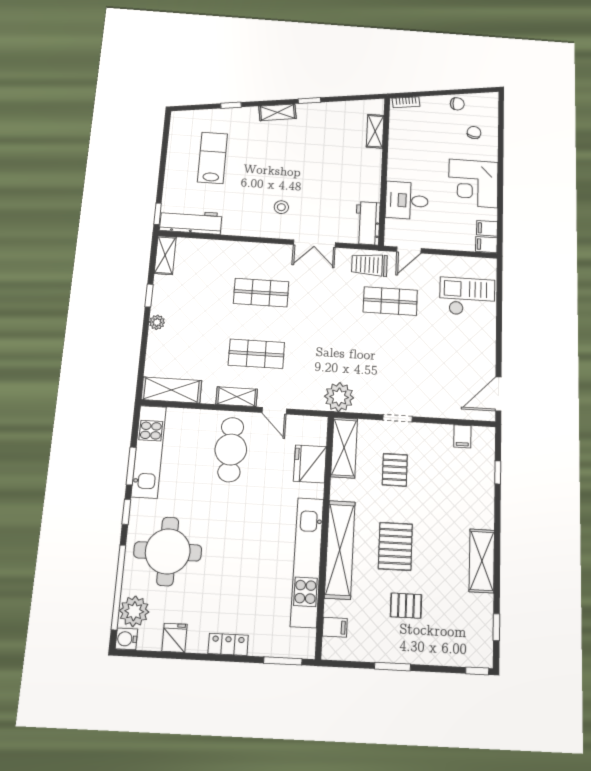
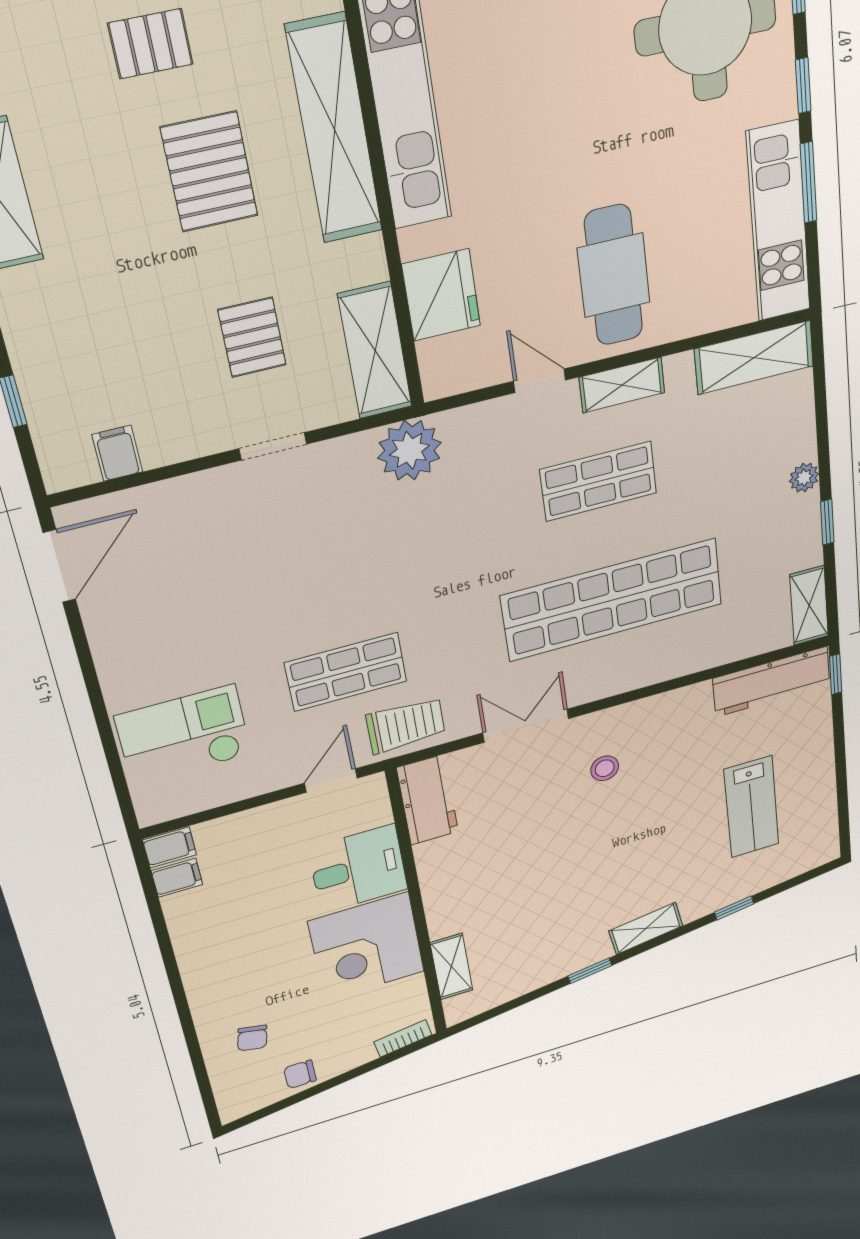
corner desk: (473, 183) -> (367, 947), moved, turned 180
shop shelf: (261, 293) -> (613, 600), width x2.00, depth x1.36
checkout: (467, 297) -> (184, 735), turned 180

